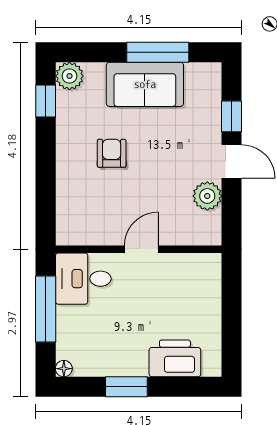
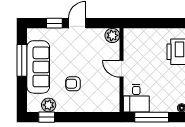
plant: (69, 76) -> (49, 105), moved
sofa: (145, 84) -> (38, 67), width x1.36
plant: (207, 196) -> (112, 35), moved

